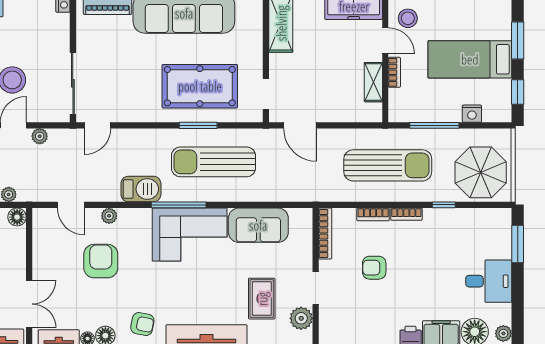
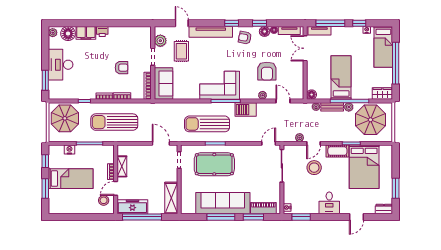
door: (385, 41) -> (116, 188), hinge flipped
sun lounger: (213, 162) -> (207, 124), turned 180
sofa: (258, 225) -> (163, 84), moved, turned 90
desk: (489, 281) -> (61, 65), width x1.37

